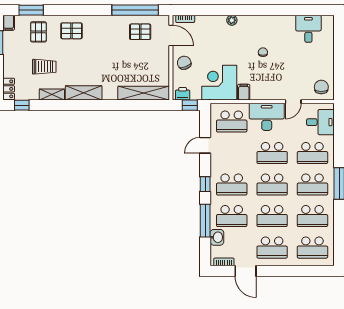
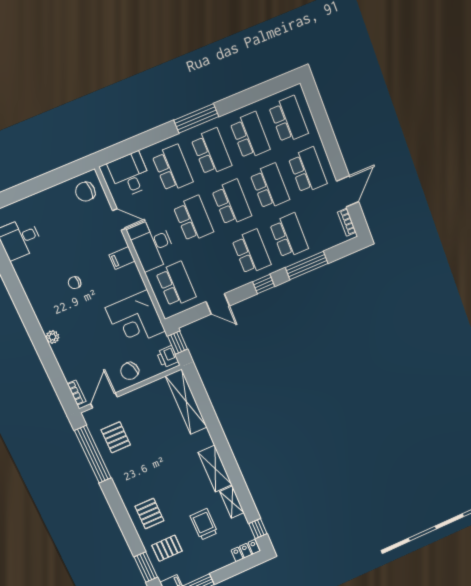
filing cabinet: (244, 92) -> (122, 258), moved
washbasin: (217, 237) -> (321, 243), removed

